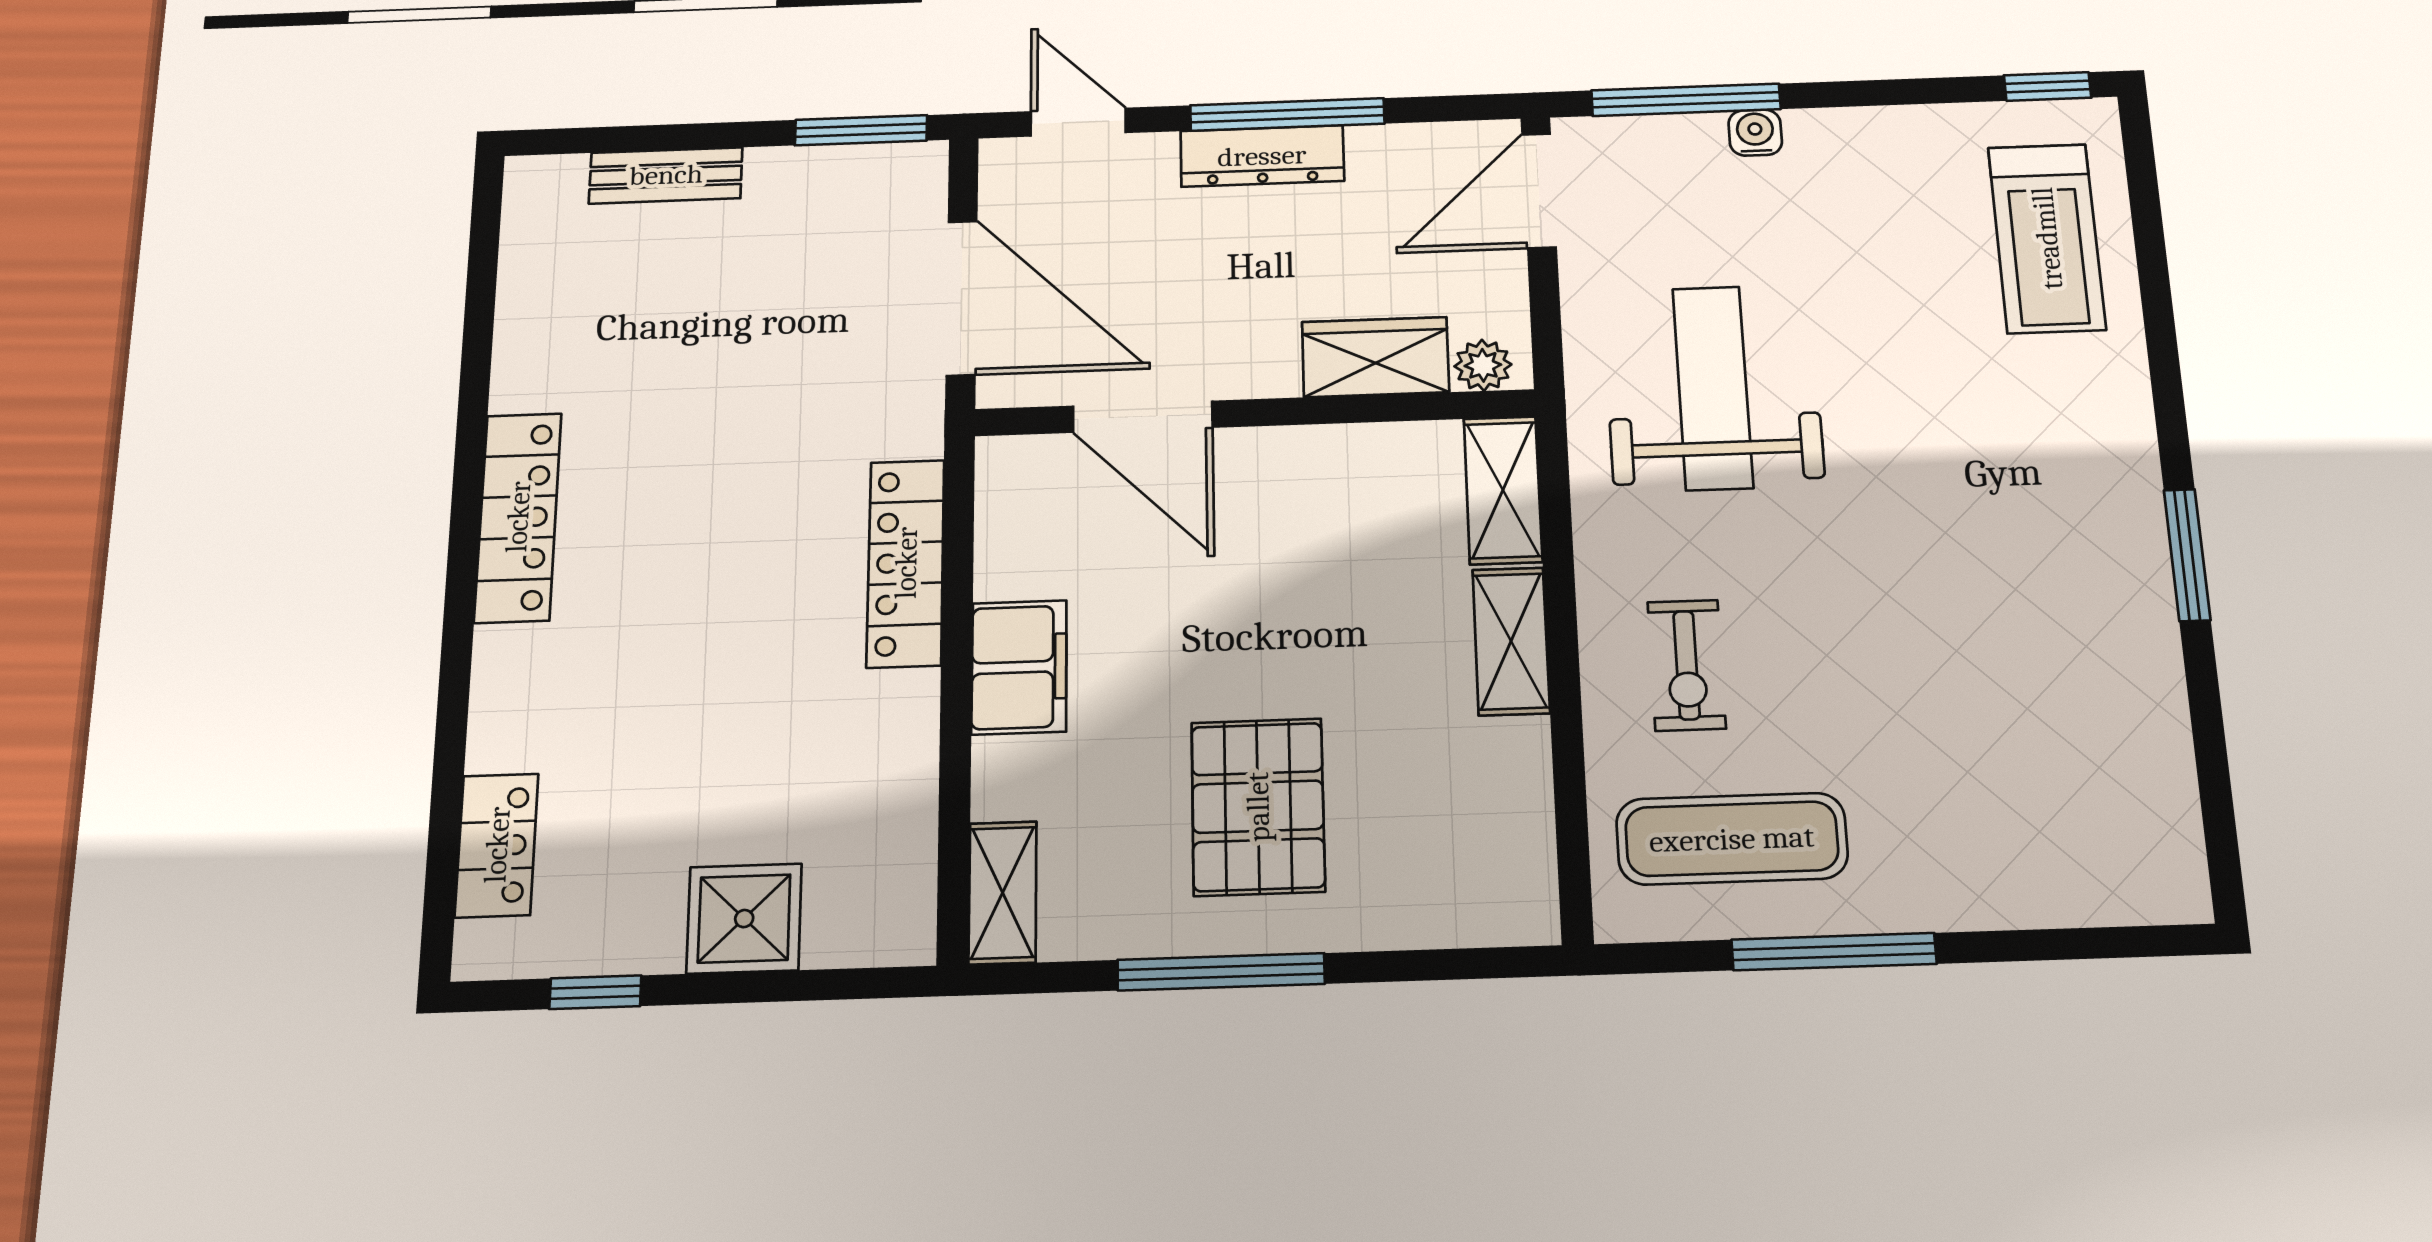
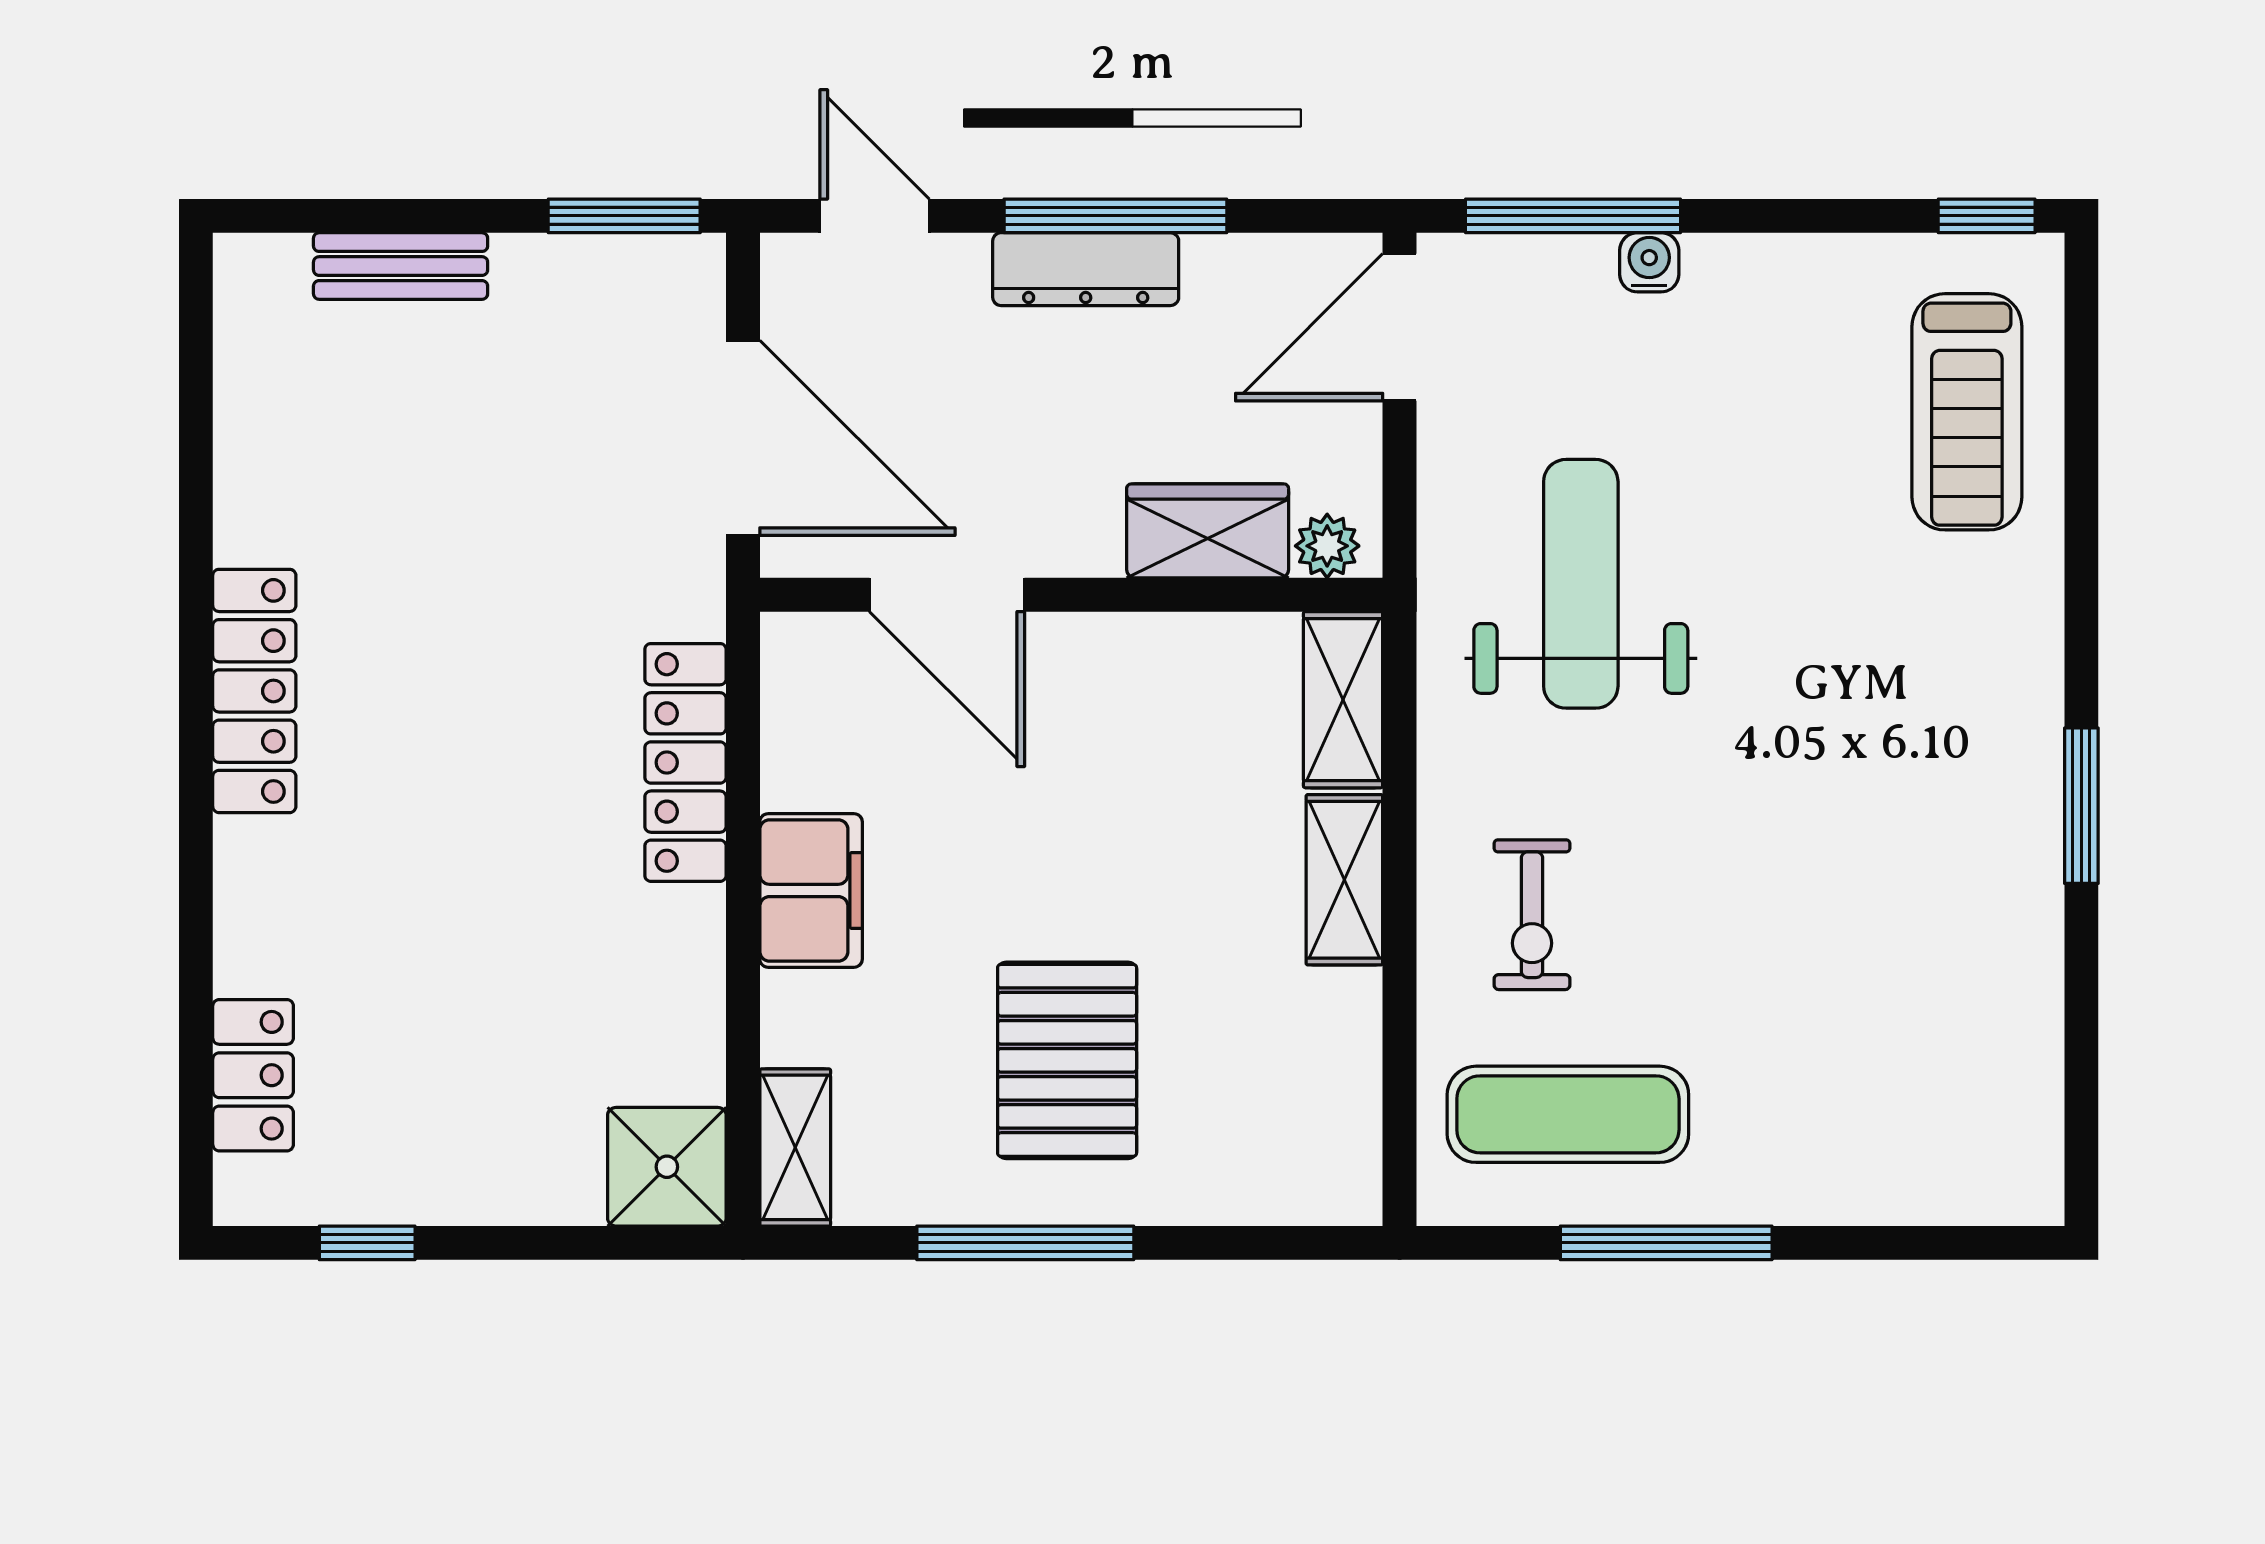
shower: (744, 919) -> (667, 1167), moved

